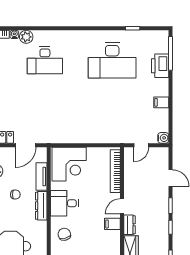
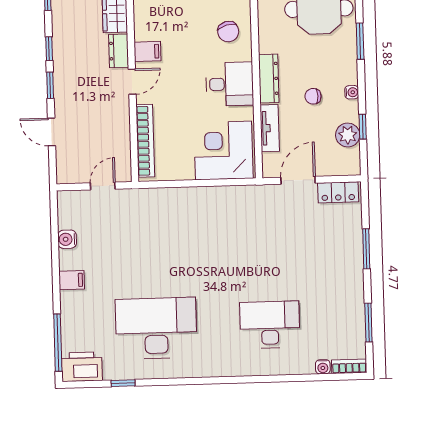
plant: (26, 37) -> (303, 363), removed
printer: (160, 66) -> (82, 367), moved, turned -90
filing cabinet: (161, 102) -> (72, 280), moved
water cooler: (163, 138) -> (67, 239), moved

